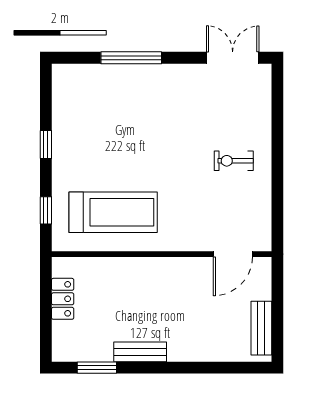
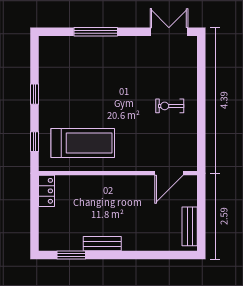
locker: (63, 299) -> (46, 191), moved

